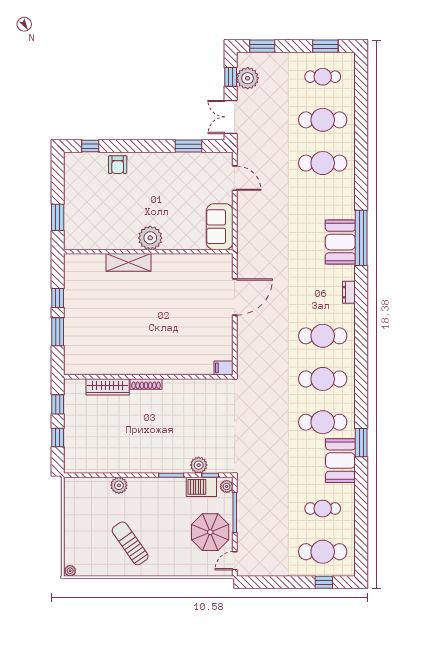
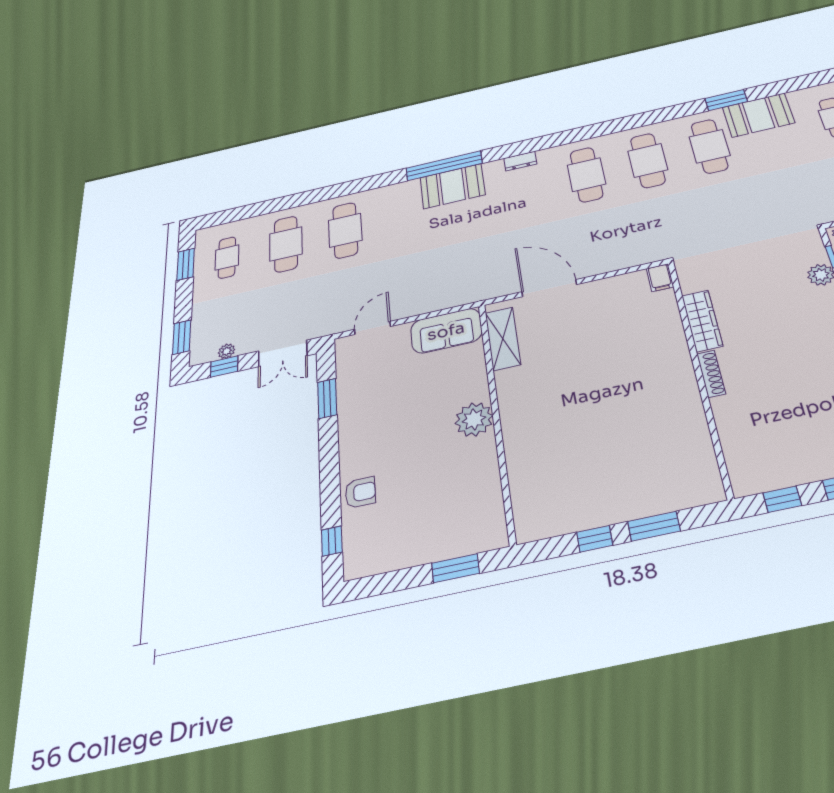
plant: (248, 78) -> (226, 351), width x0.53, depth x0.53
shelving: (129, 262) -> (503, 339), moved
wardrobe: (108, 387) -> (702, 321), moved

